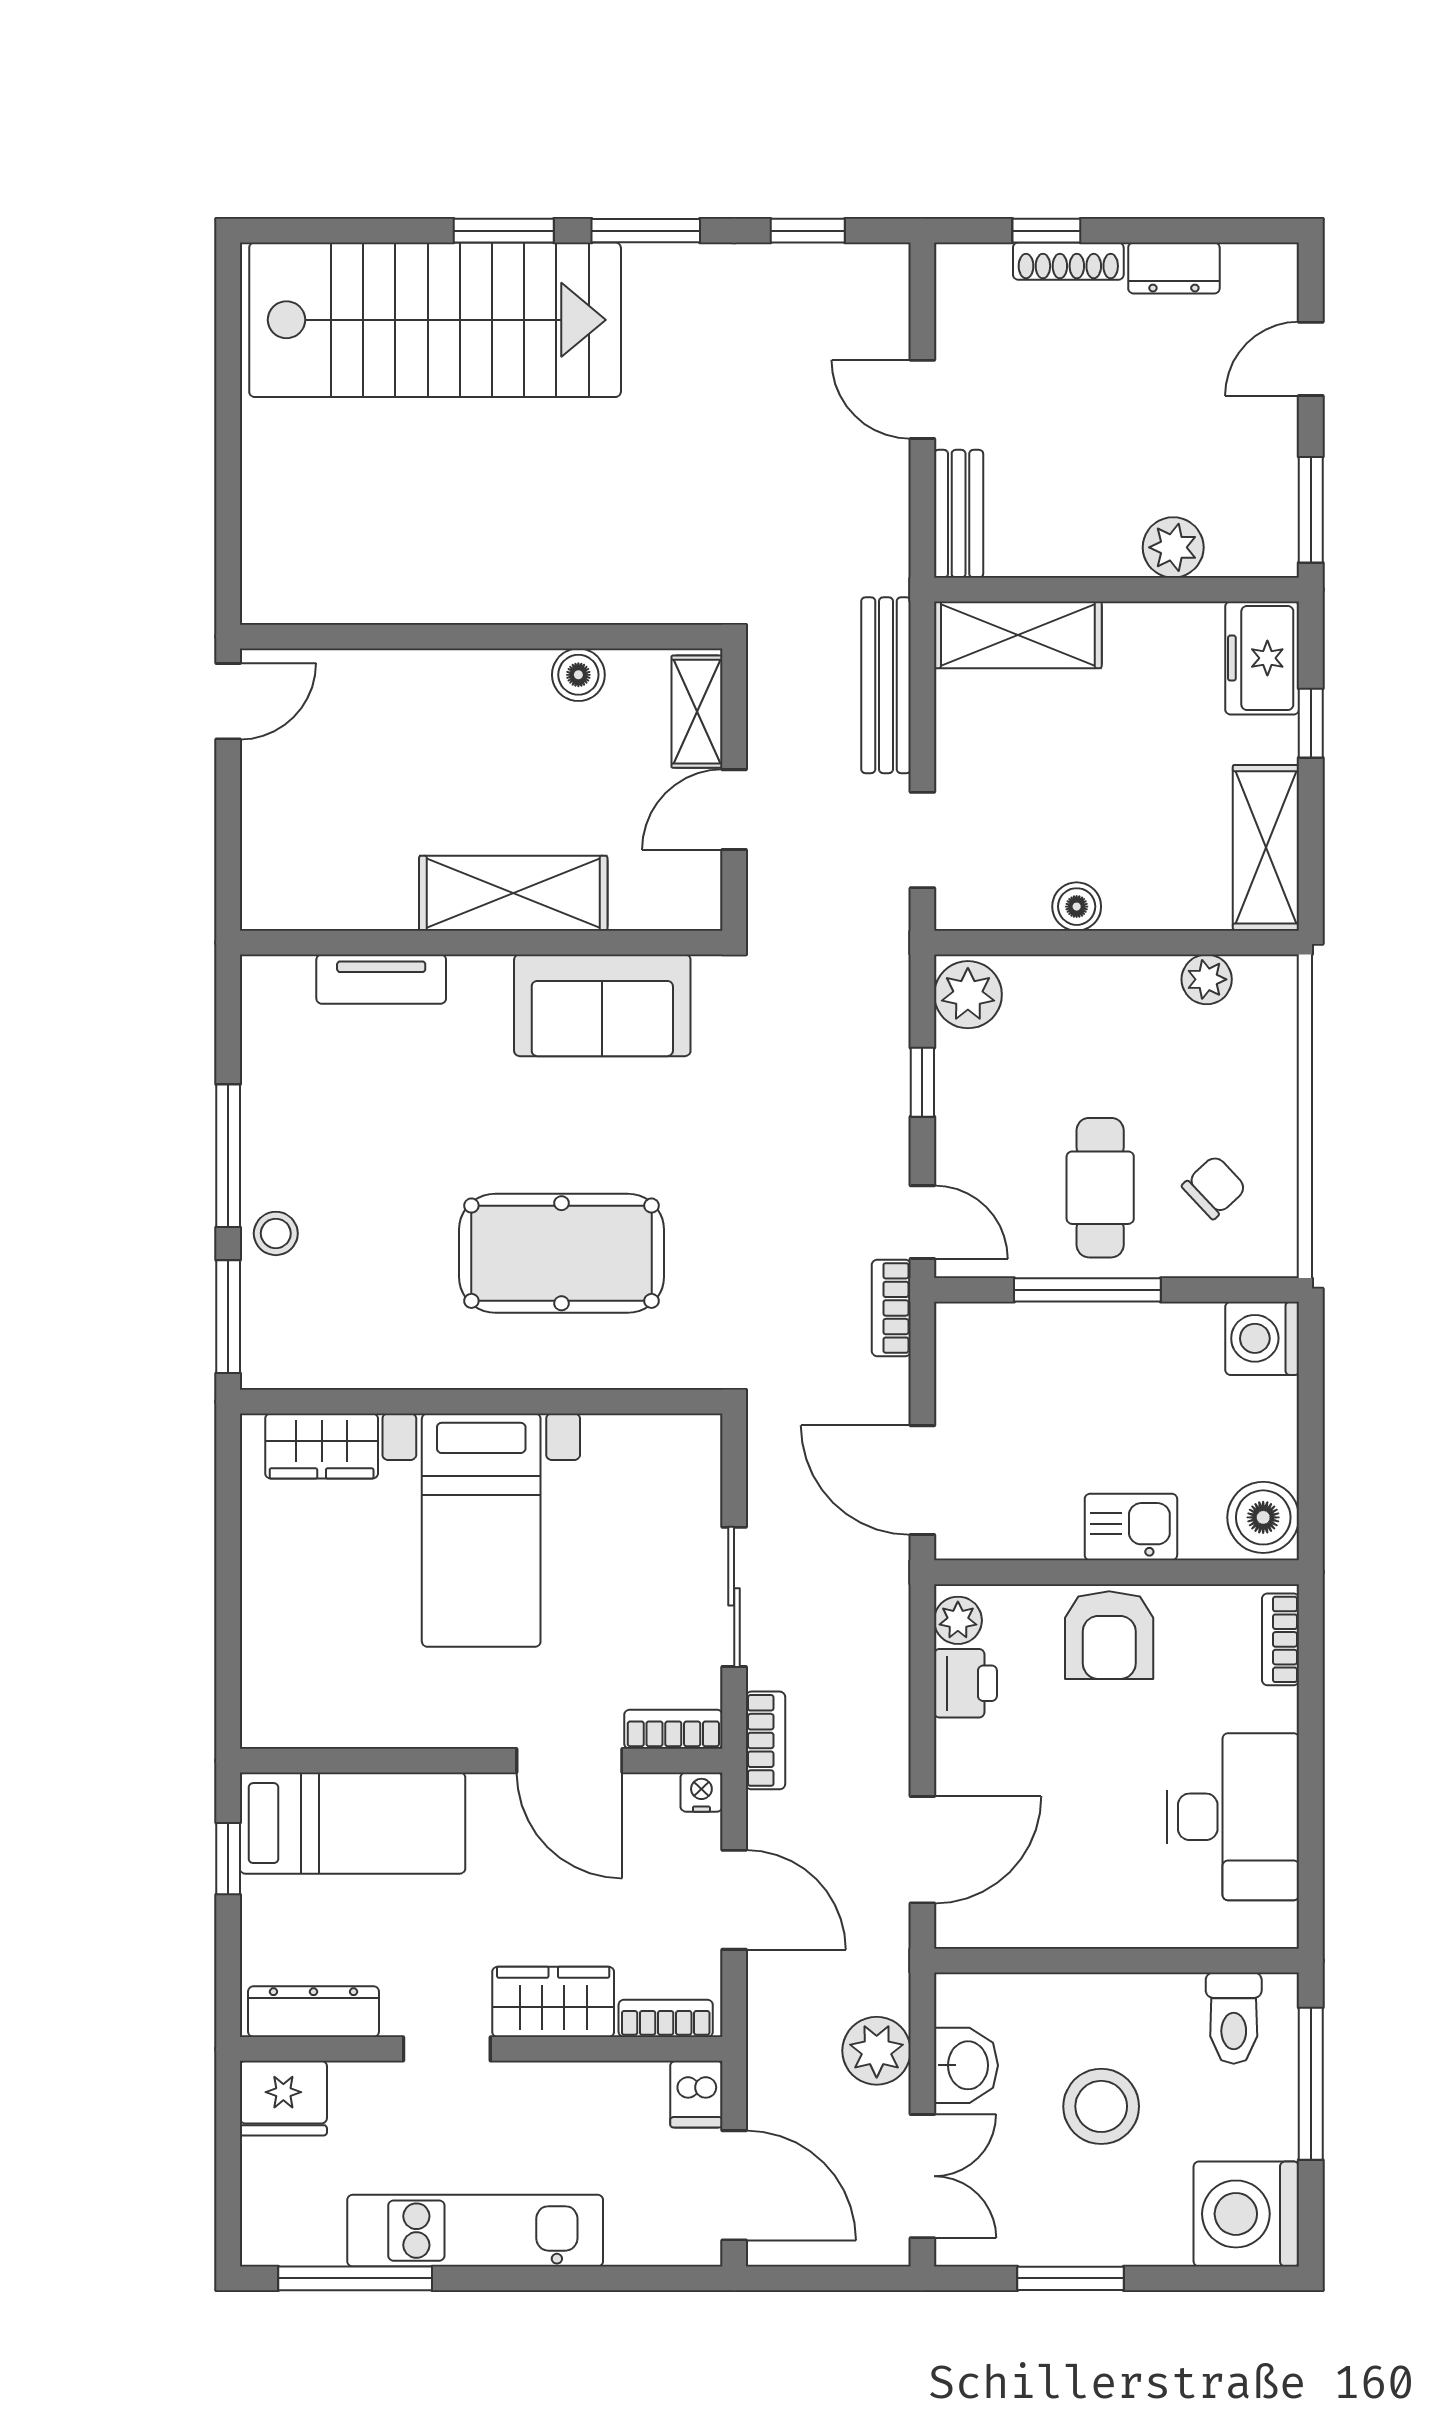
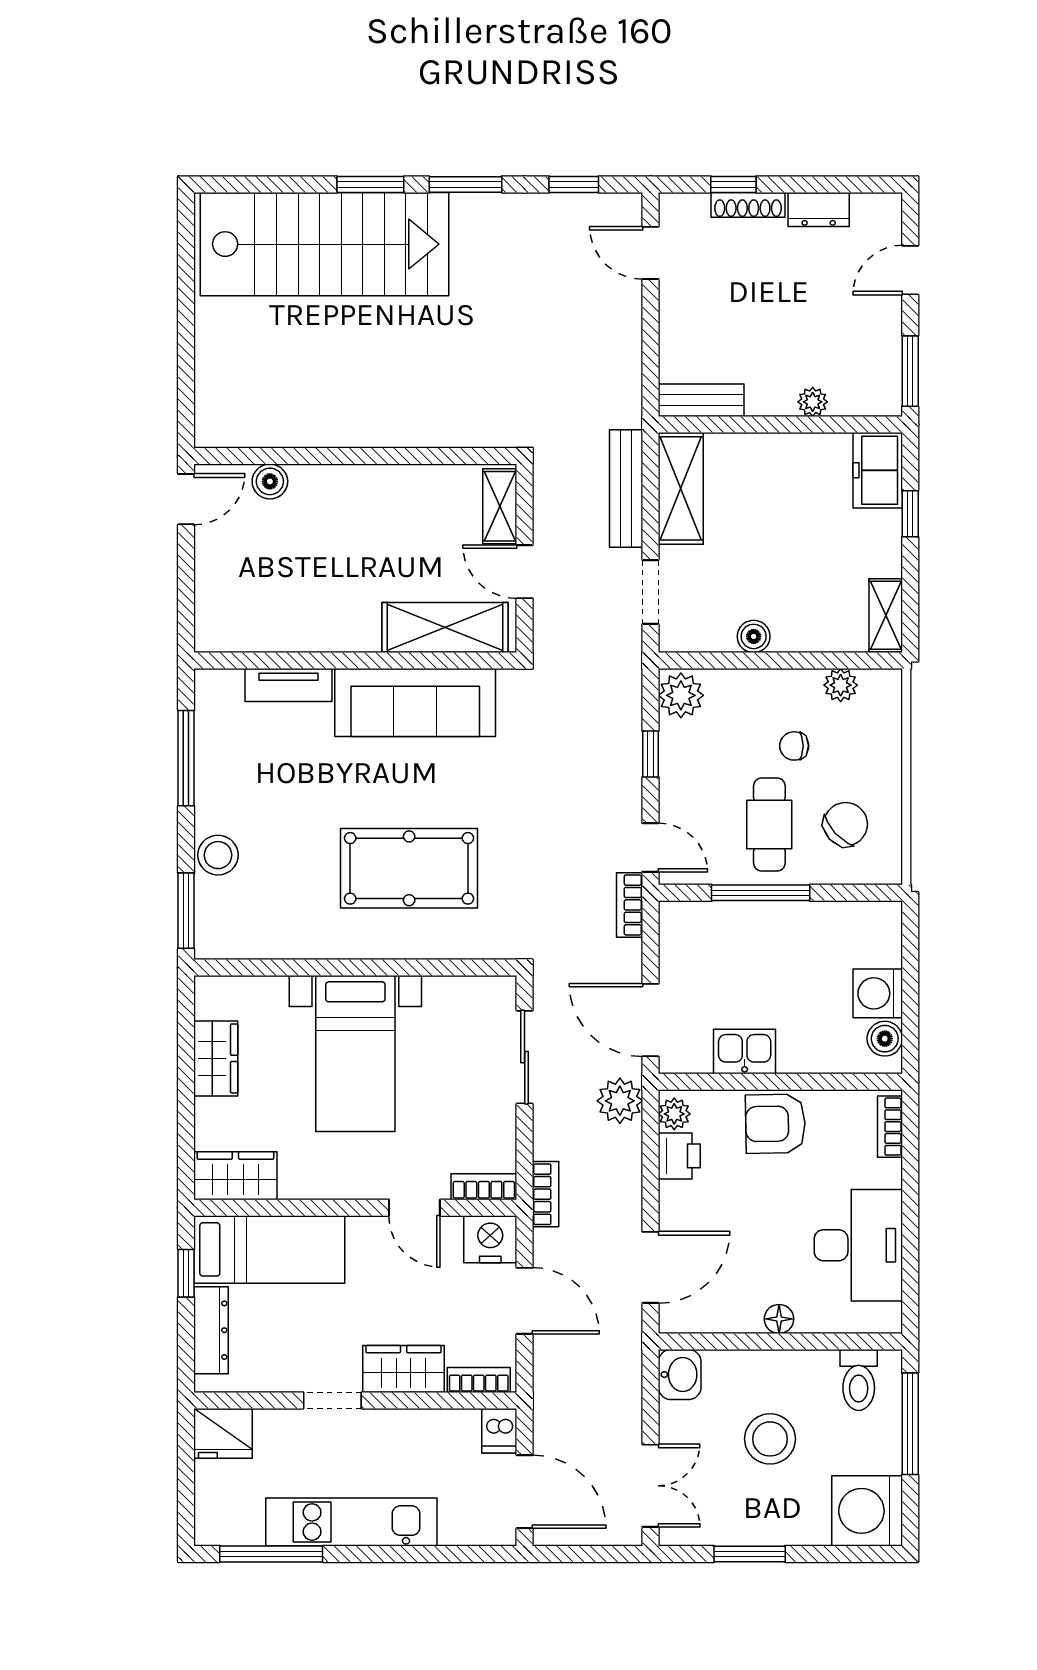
door: (922, 399) -> (650, 253), moved
bench: (959, 514) -> (701, 400), moved, turned 90
plant: (1173, 547) -> (813, 402), width x0.73, depth x0.73
shelving: (1018, 635) -> (681, 488), moved, turned 90
boiler: (578, 675) -> (270, 481), moved
door: (734, 810) -> (525, 572), hinge flipped
shelving: (1266, 847) -> (886, 615), width x0.67, depth x0.75
shelving: (513, 893) -> (445, 628), moved
sofa: (602, 1005) -> (415, 703), width x1.36
chair: (1137, 1070) -> (794, 746), added
window: (228, 1156) -> (186, 758), moved
chair: (1214, 1187) -> (846, 824), width x1.37, depth x1.37
stool: (276, 1233) -> (218, 855), width x1.37, depth x1.37
washing machine: (1262, 1338) -> (878, 993), moved
wardrobe: (322, 1446) -> (216, 1058), moved, turned -90
boiler: (1263, 1517) -> (885, 1039), width x0.73, depth x0.73
kitchen sink: (1131, 1527) -> (745, 1051), moved
sliding door: (734, 1597) -> (525, 1057), moved
armchair: (1109, 1635) -> (775, 1124), turned 89
wardrobe: (302, 1713) -> (235, 1176), added
door: (569, 1761) -> (414, 1208), width x0.73
nightstand: (701, 1792) -> (490, 1239), width x1.89, depth x1.79
floor lamp: (1115, 1927) -> (779, 1319), added
dresser: (314, 2012) -> (211, 1330), moved, turned 90
plant: (877, 2051) -> (620, 1101), moved
washbasin: (966, 2065) -> (680, 1375), moved

